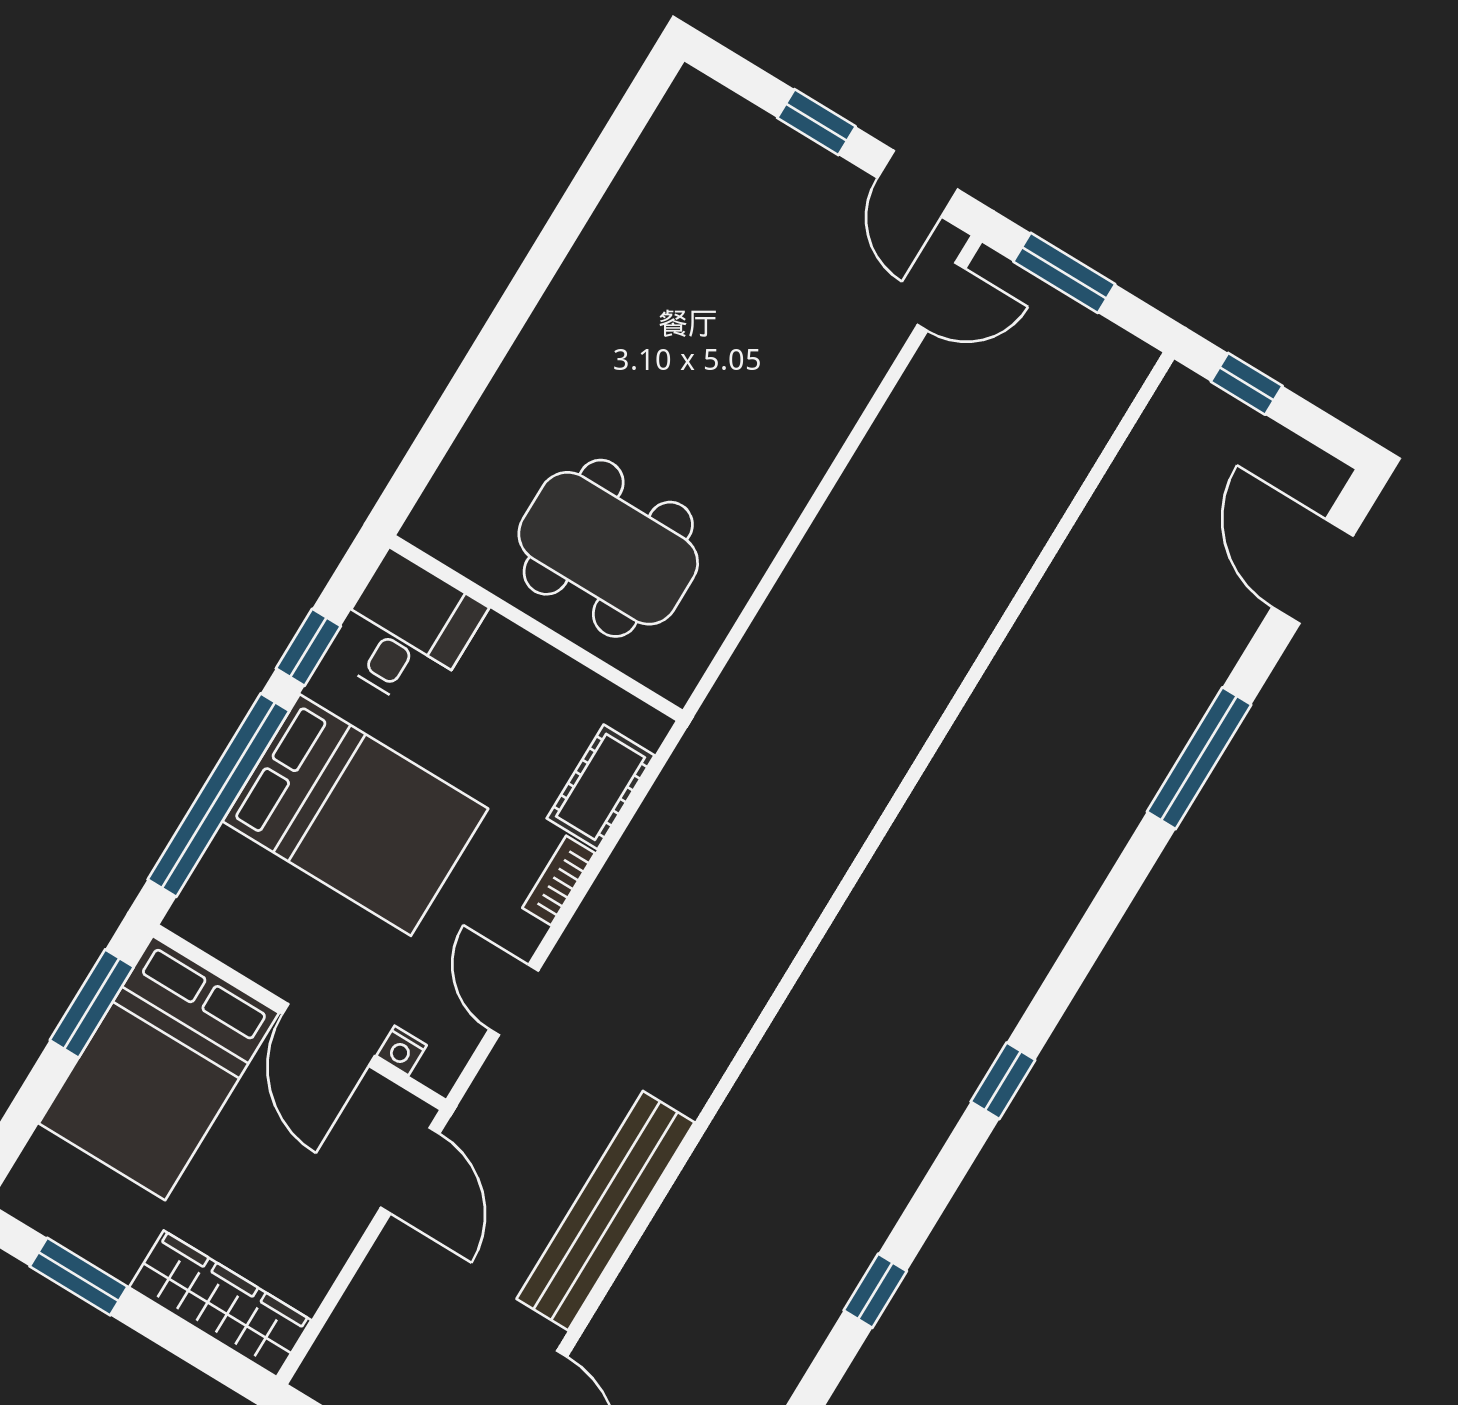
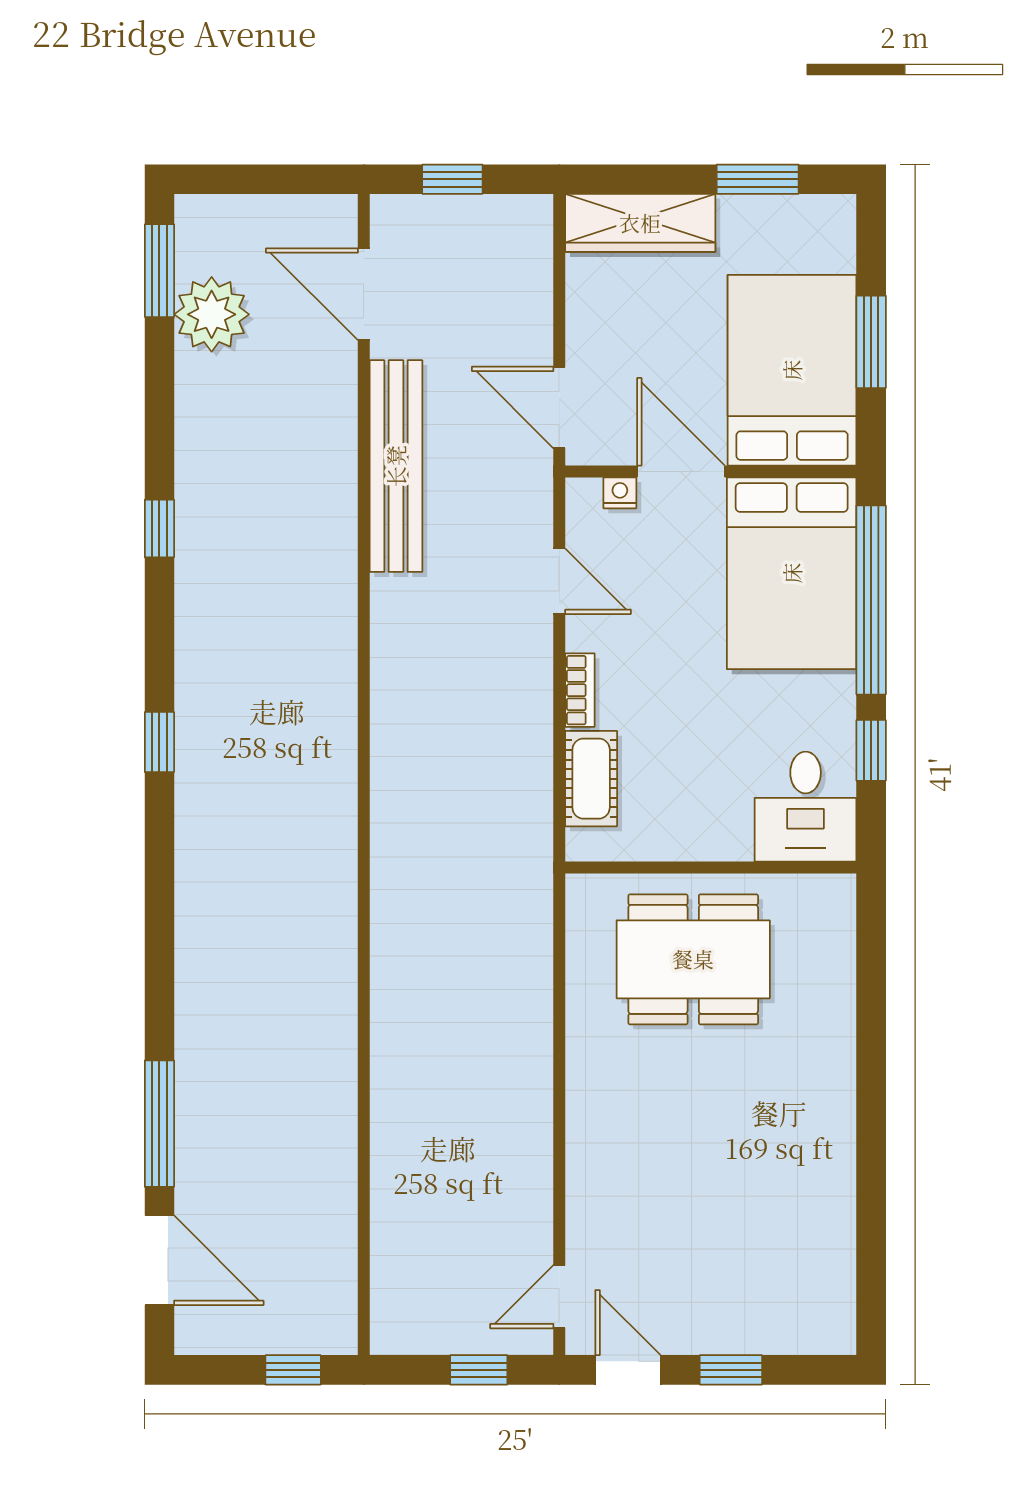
window: (1064, 273) -> (479, 1370), width x0.67
window: (1199, 758) -> (159, 1124), moved
bed: (355, 815) -> (792, 573), moved, turned -90
window: (92, 1004) -> (871, 342), moved

